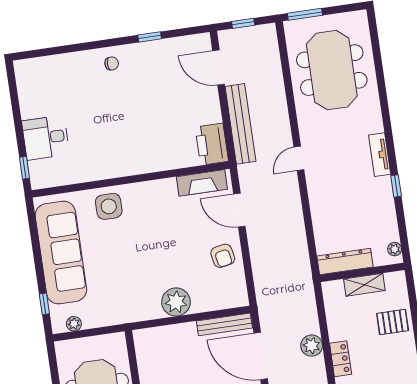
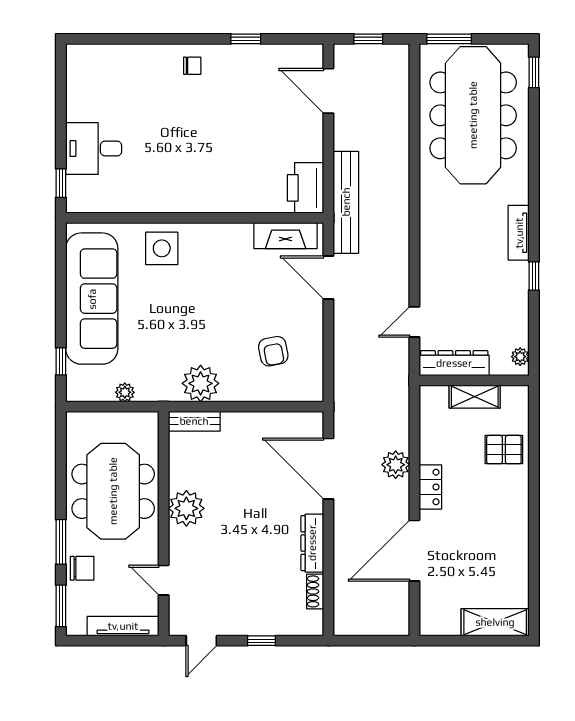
window: (373, 31) -> (534, 72), added
meeting table: (332, 70) -> (473, 115), width x1.36
bench: (240, 124) -> (346, 202), moved
door: (299, 158) -> (414, 322), moved
armchair: (223, 256) -> (273, 351), moved
plant: (176, 302) -> (201, 383), moved
plant: (74, 324) -> (125, 392), moved
bench: (224, 324) -> (194, 421), moved, width x0.73

